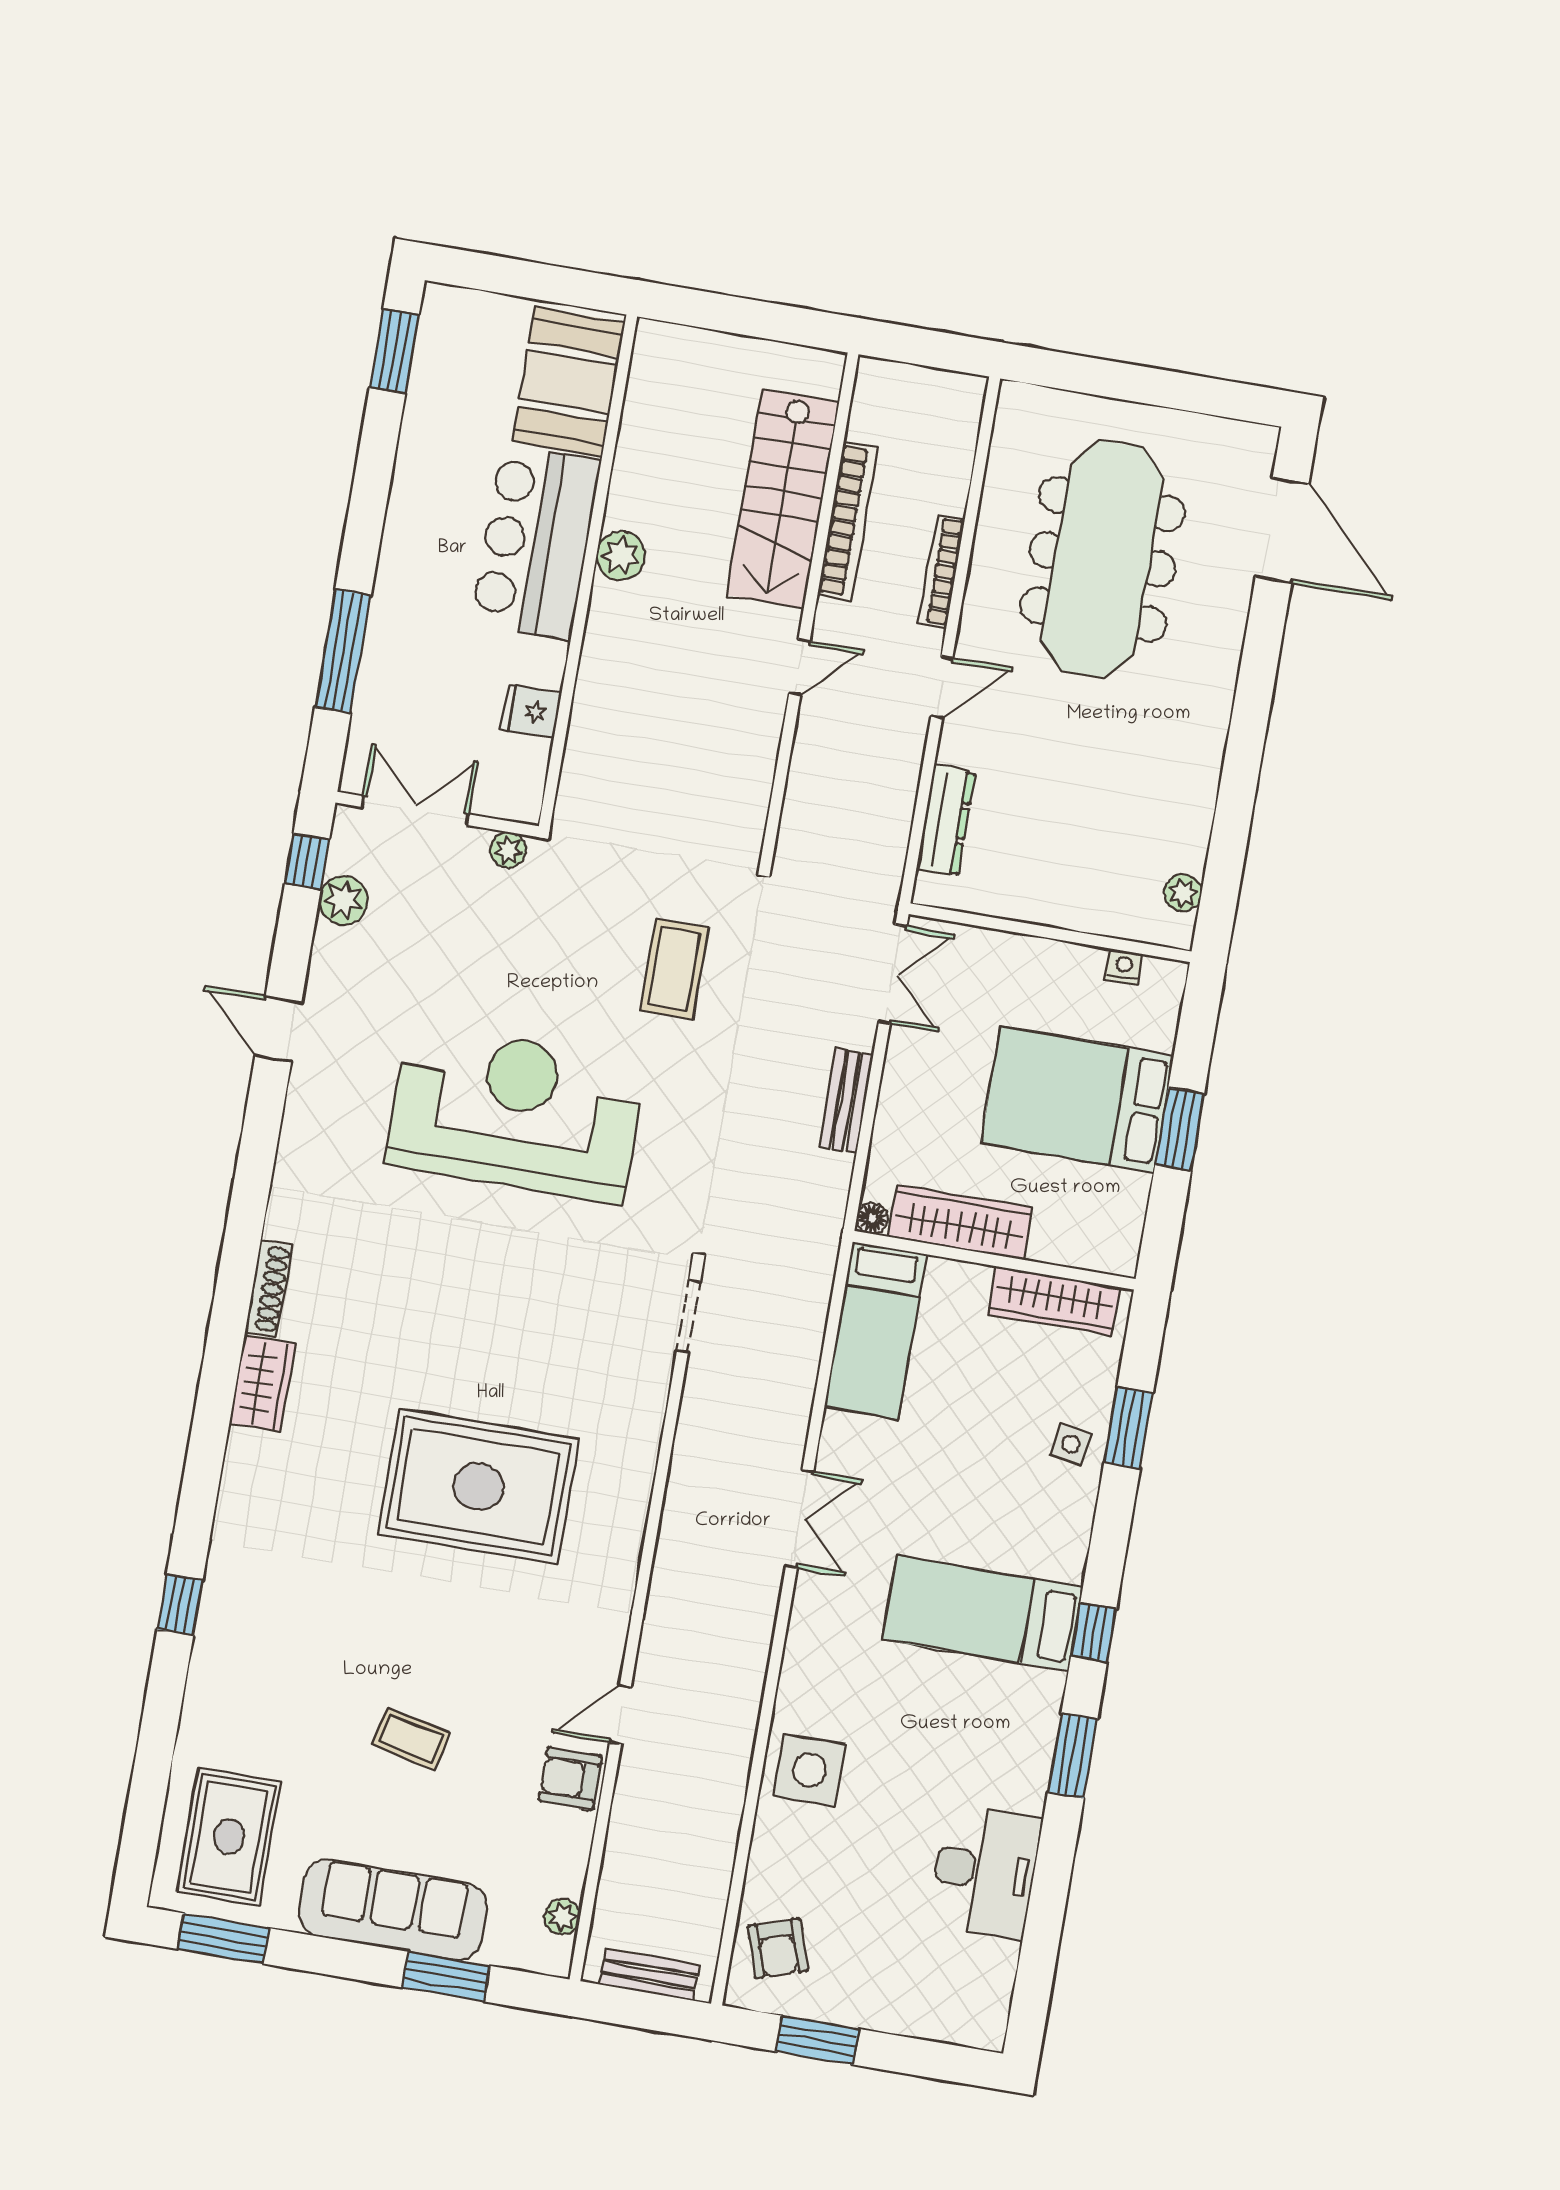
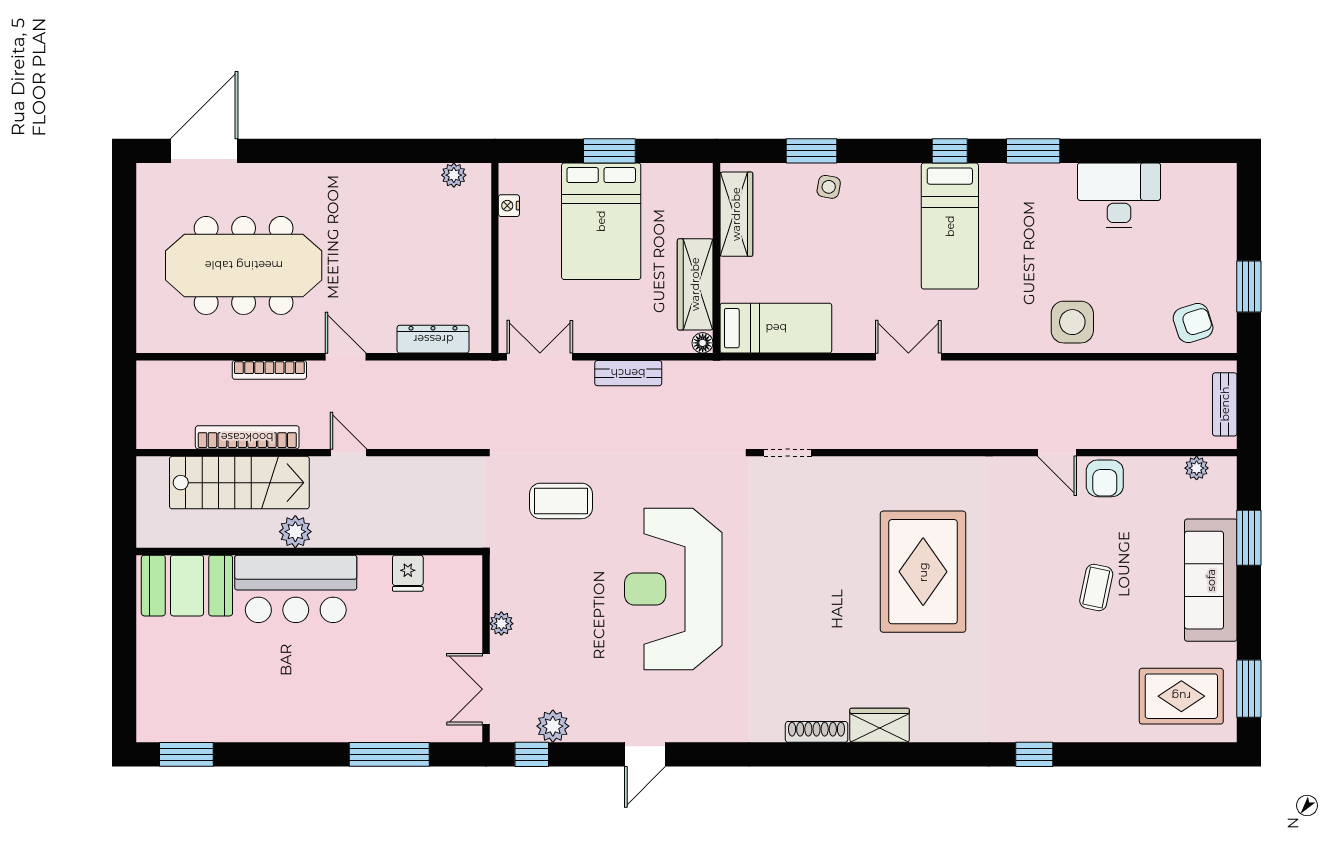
booth: (569, 382) -> (187, 586), moved
bar counter: (536, 542) -> (296, 589), moved
plant: (621, 556) -> (295, 532), moved
wall: (588, 571) -> (309, 551), moved
fridge: (531, 712) -> (408, 573), moved

